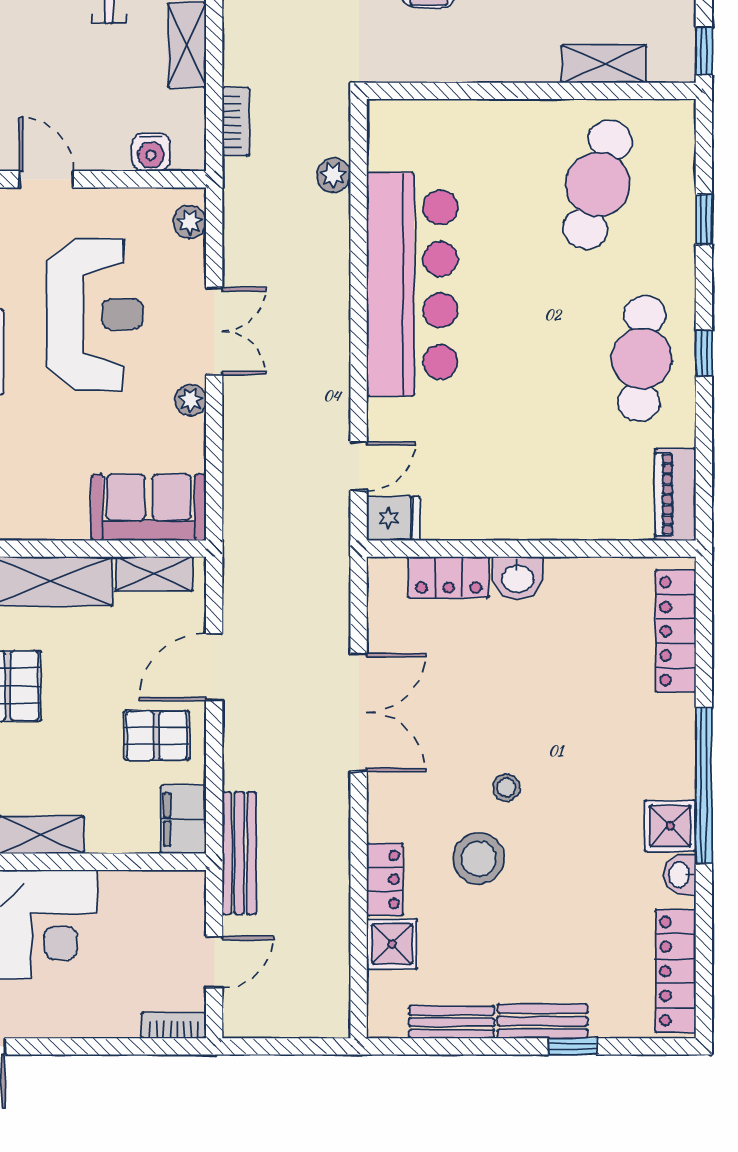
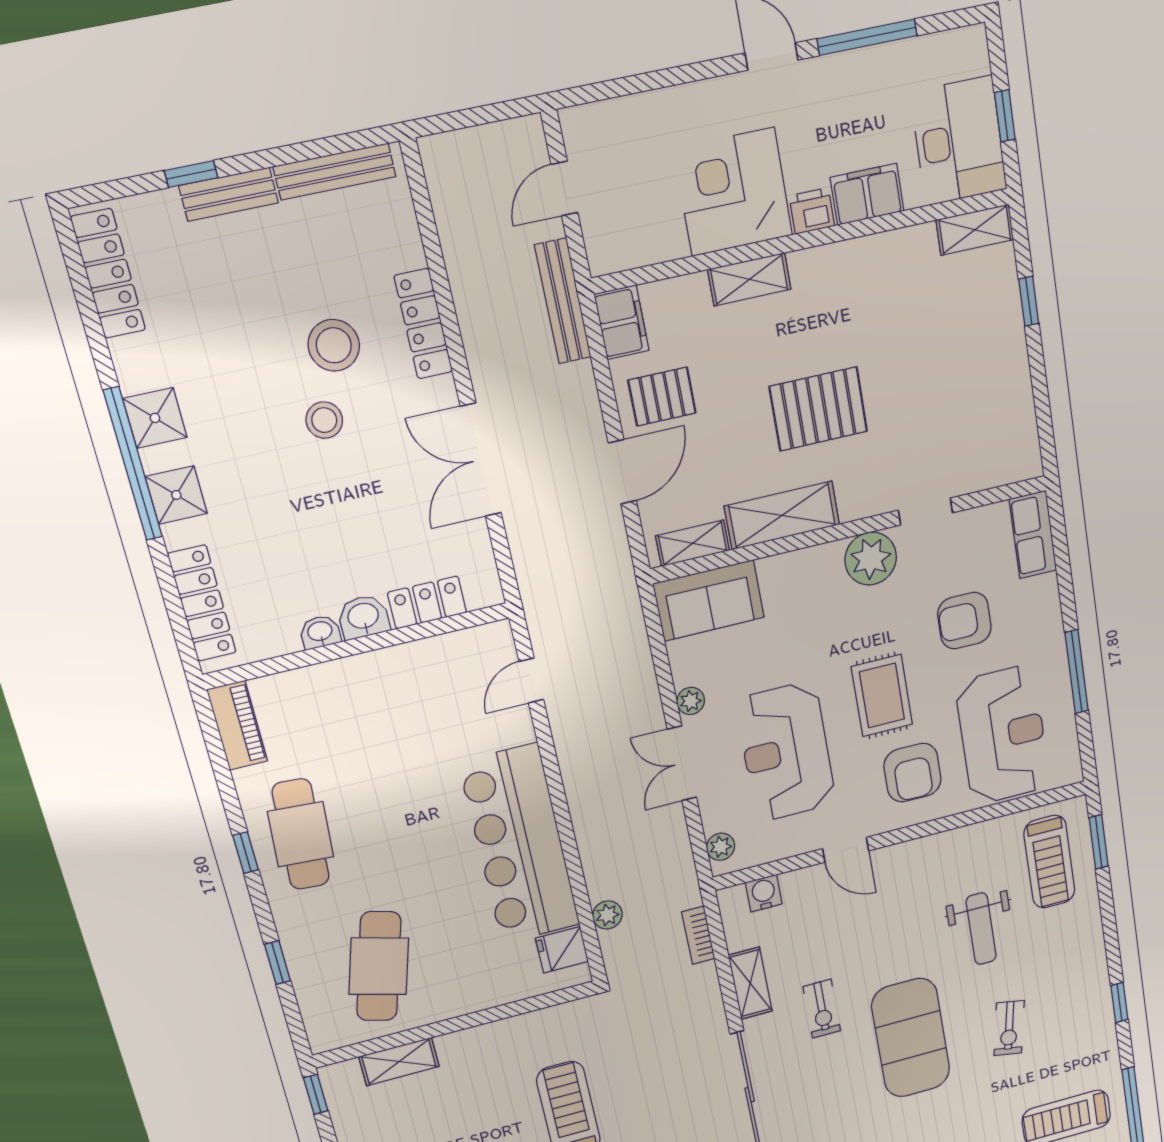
fridge: (393, 518) -> (562, 950), moved
stool: (506, 787) -> (324, 420), width x1.37, depth x1.37
washbasin: (680, 875) -> (320, 632), moved, turned -90
locker: (385, 880) -> (423, 324), width x1.53
shower: (392, 944) -> (176, 495), moved
bench: (452, 1022) -> (335, 172), width x1.36
bookcase: (174, 1025) -> (590, 116), removed

